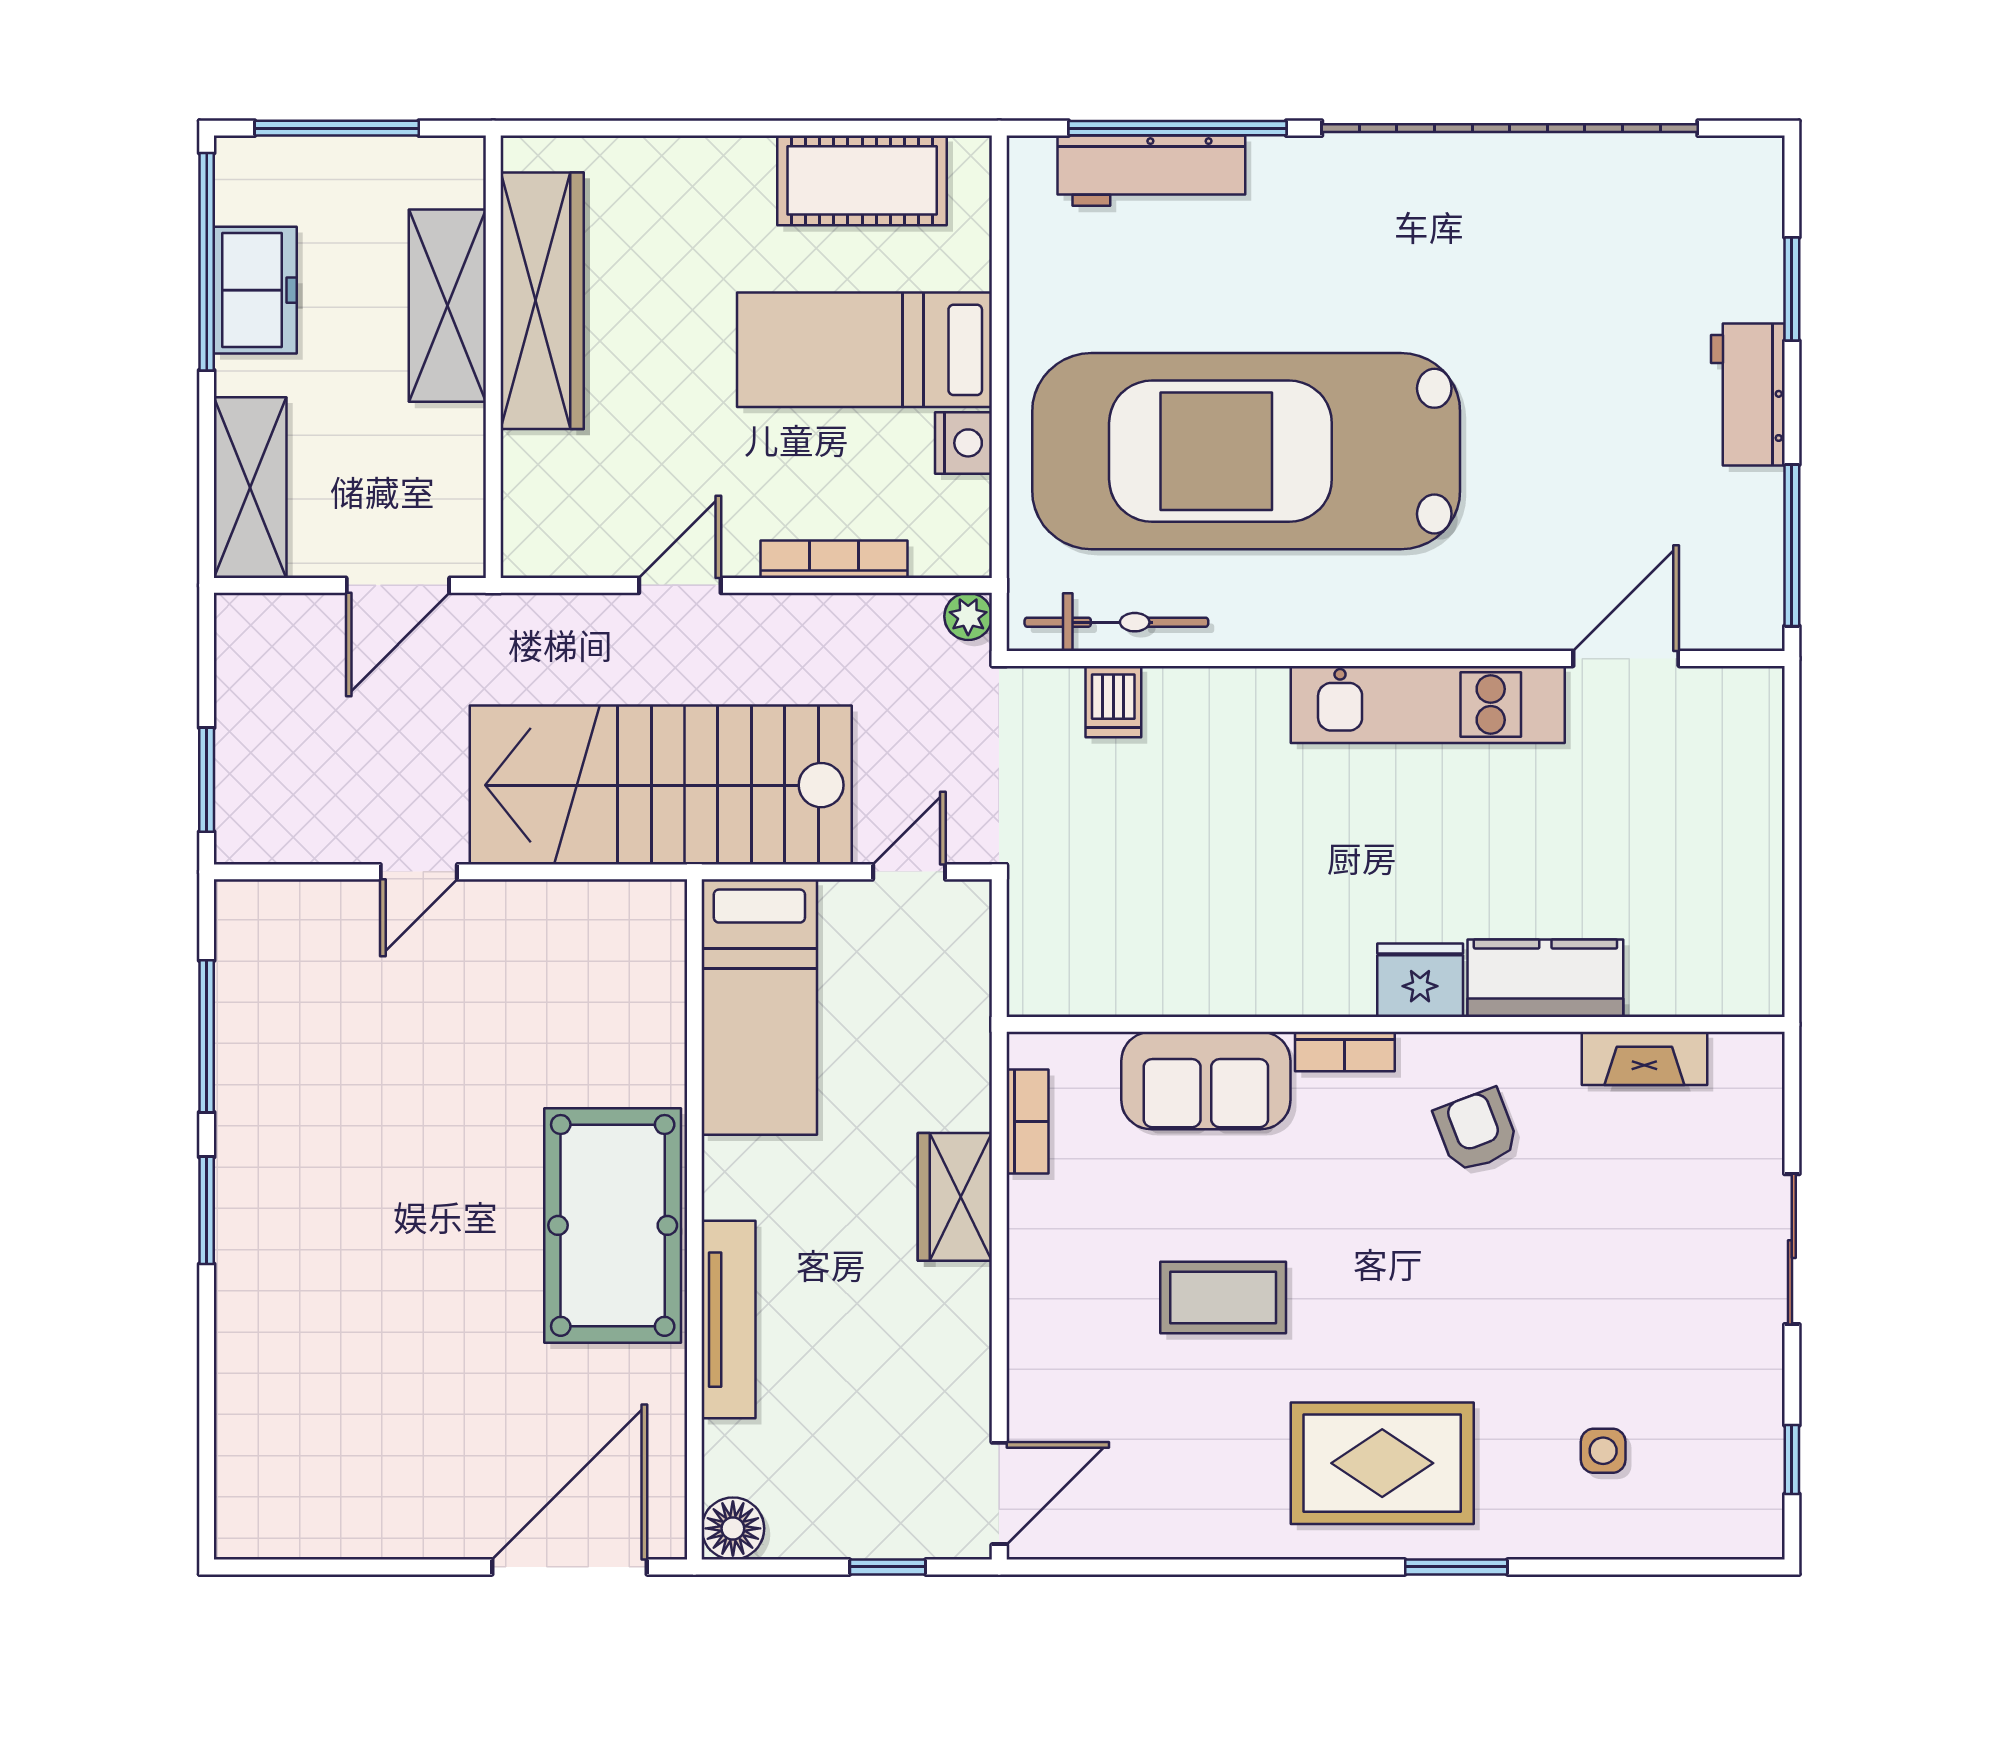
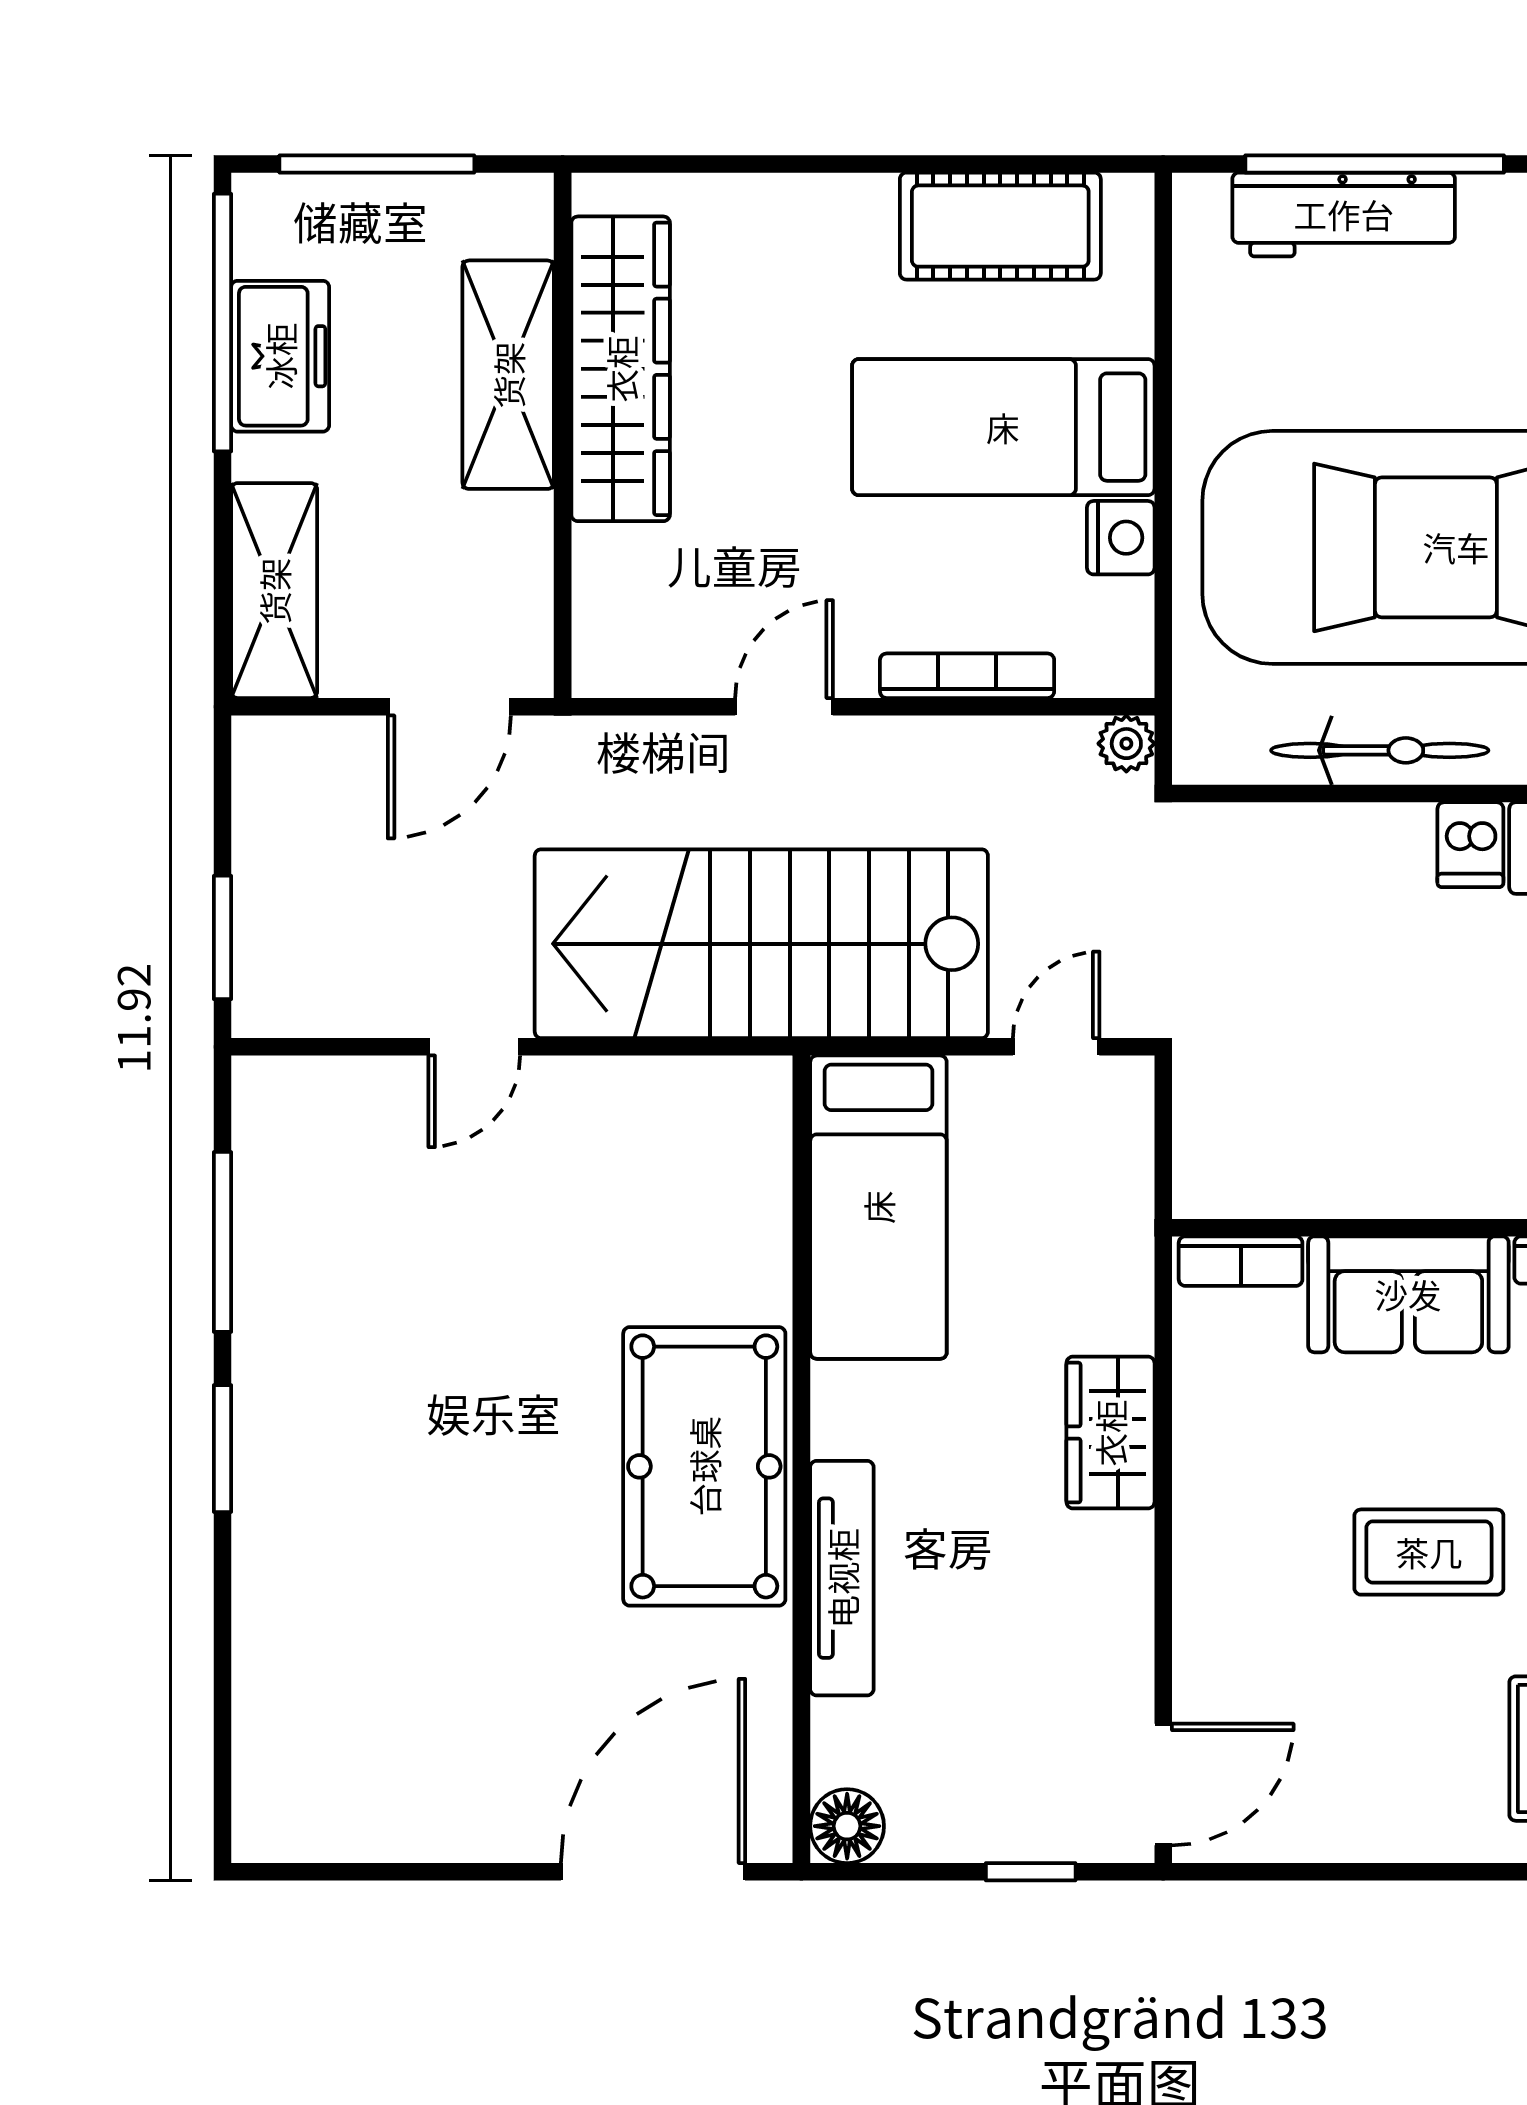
bicycle: (1116, 622) -> (1380, 750), moved
dishwasher: (1113, 702) -> (1470, 845), moved
bookcase: (1027, 1122) -> (1241, 1261), moved, turned 90

